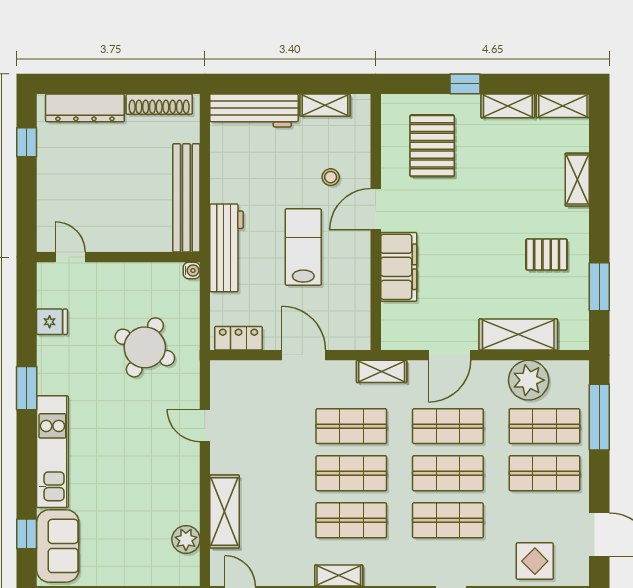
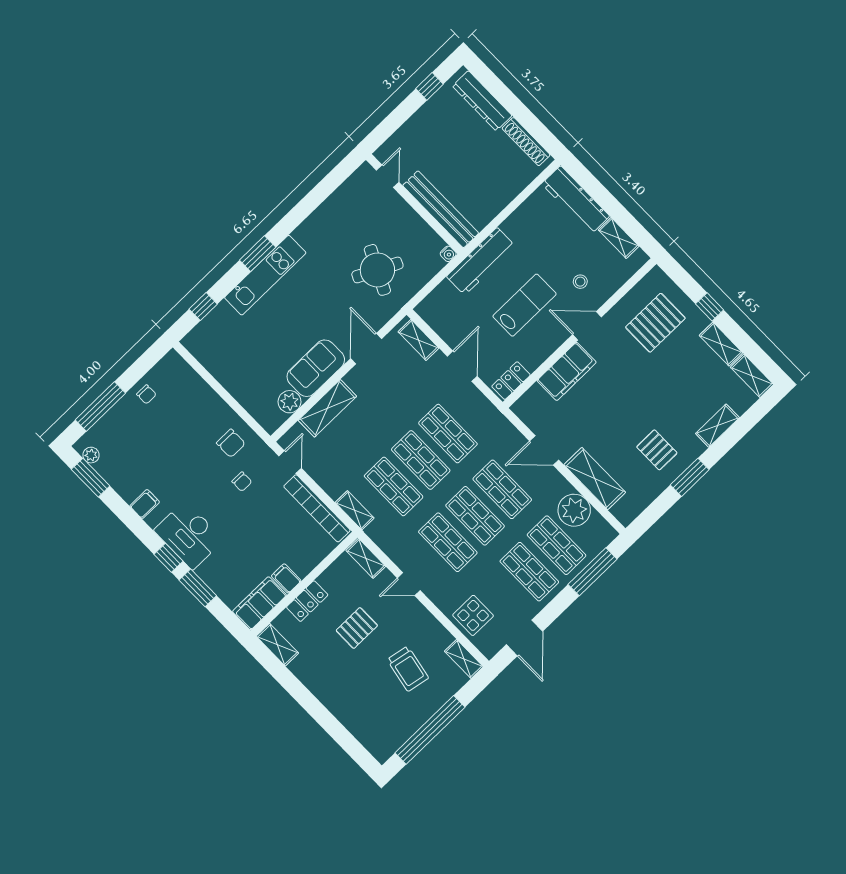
bench: (186, 198) -> (441, 209), moved, turned 90
window: (599, 287) -> (690, 477), moved
fridge: (52, 322) -> (340, 202), removed
locker: (238, 338) -> (511, 381), moved, turned -90
shelving: (382, 371) -> (418, 340), moved
window: (27, 388) -> (258, 254), moved
door: (205, 425) -> (366, 349), width x1.38
sofa: (58, 546) -> (316, 368), moved, turned 180

